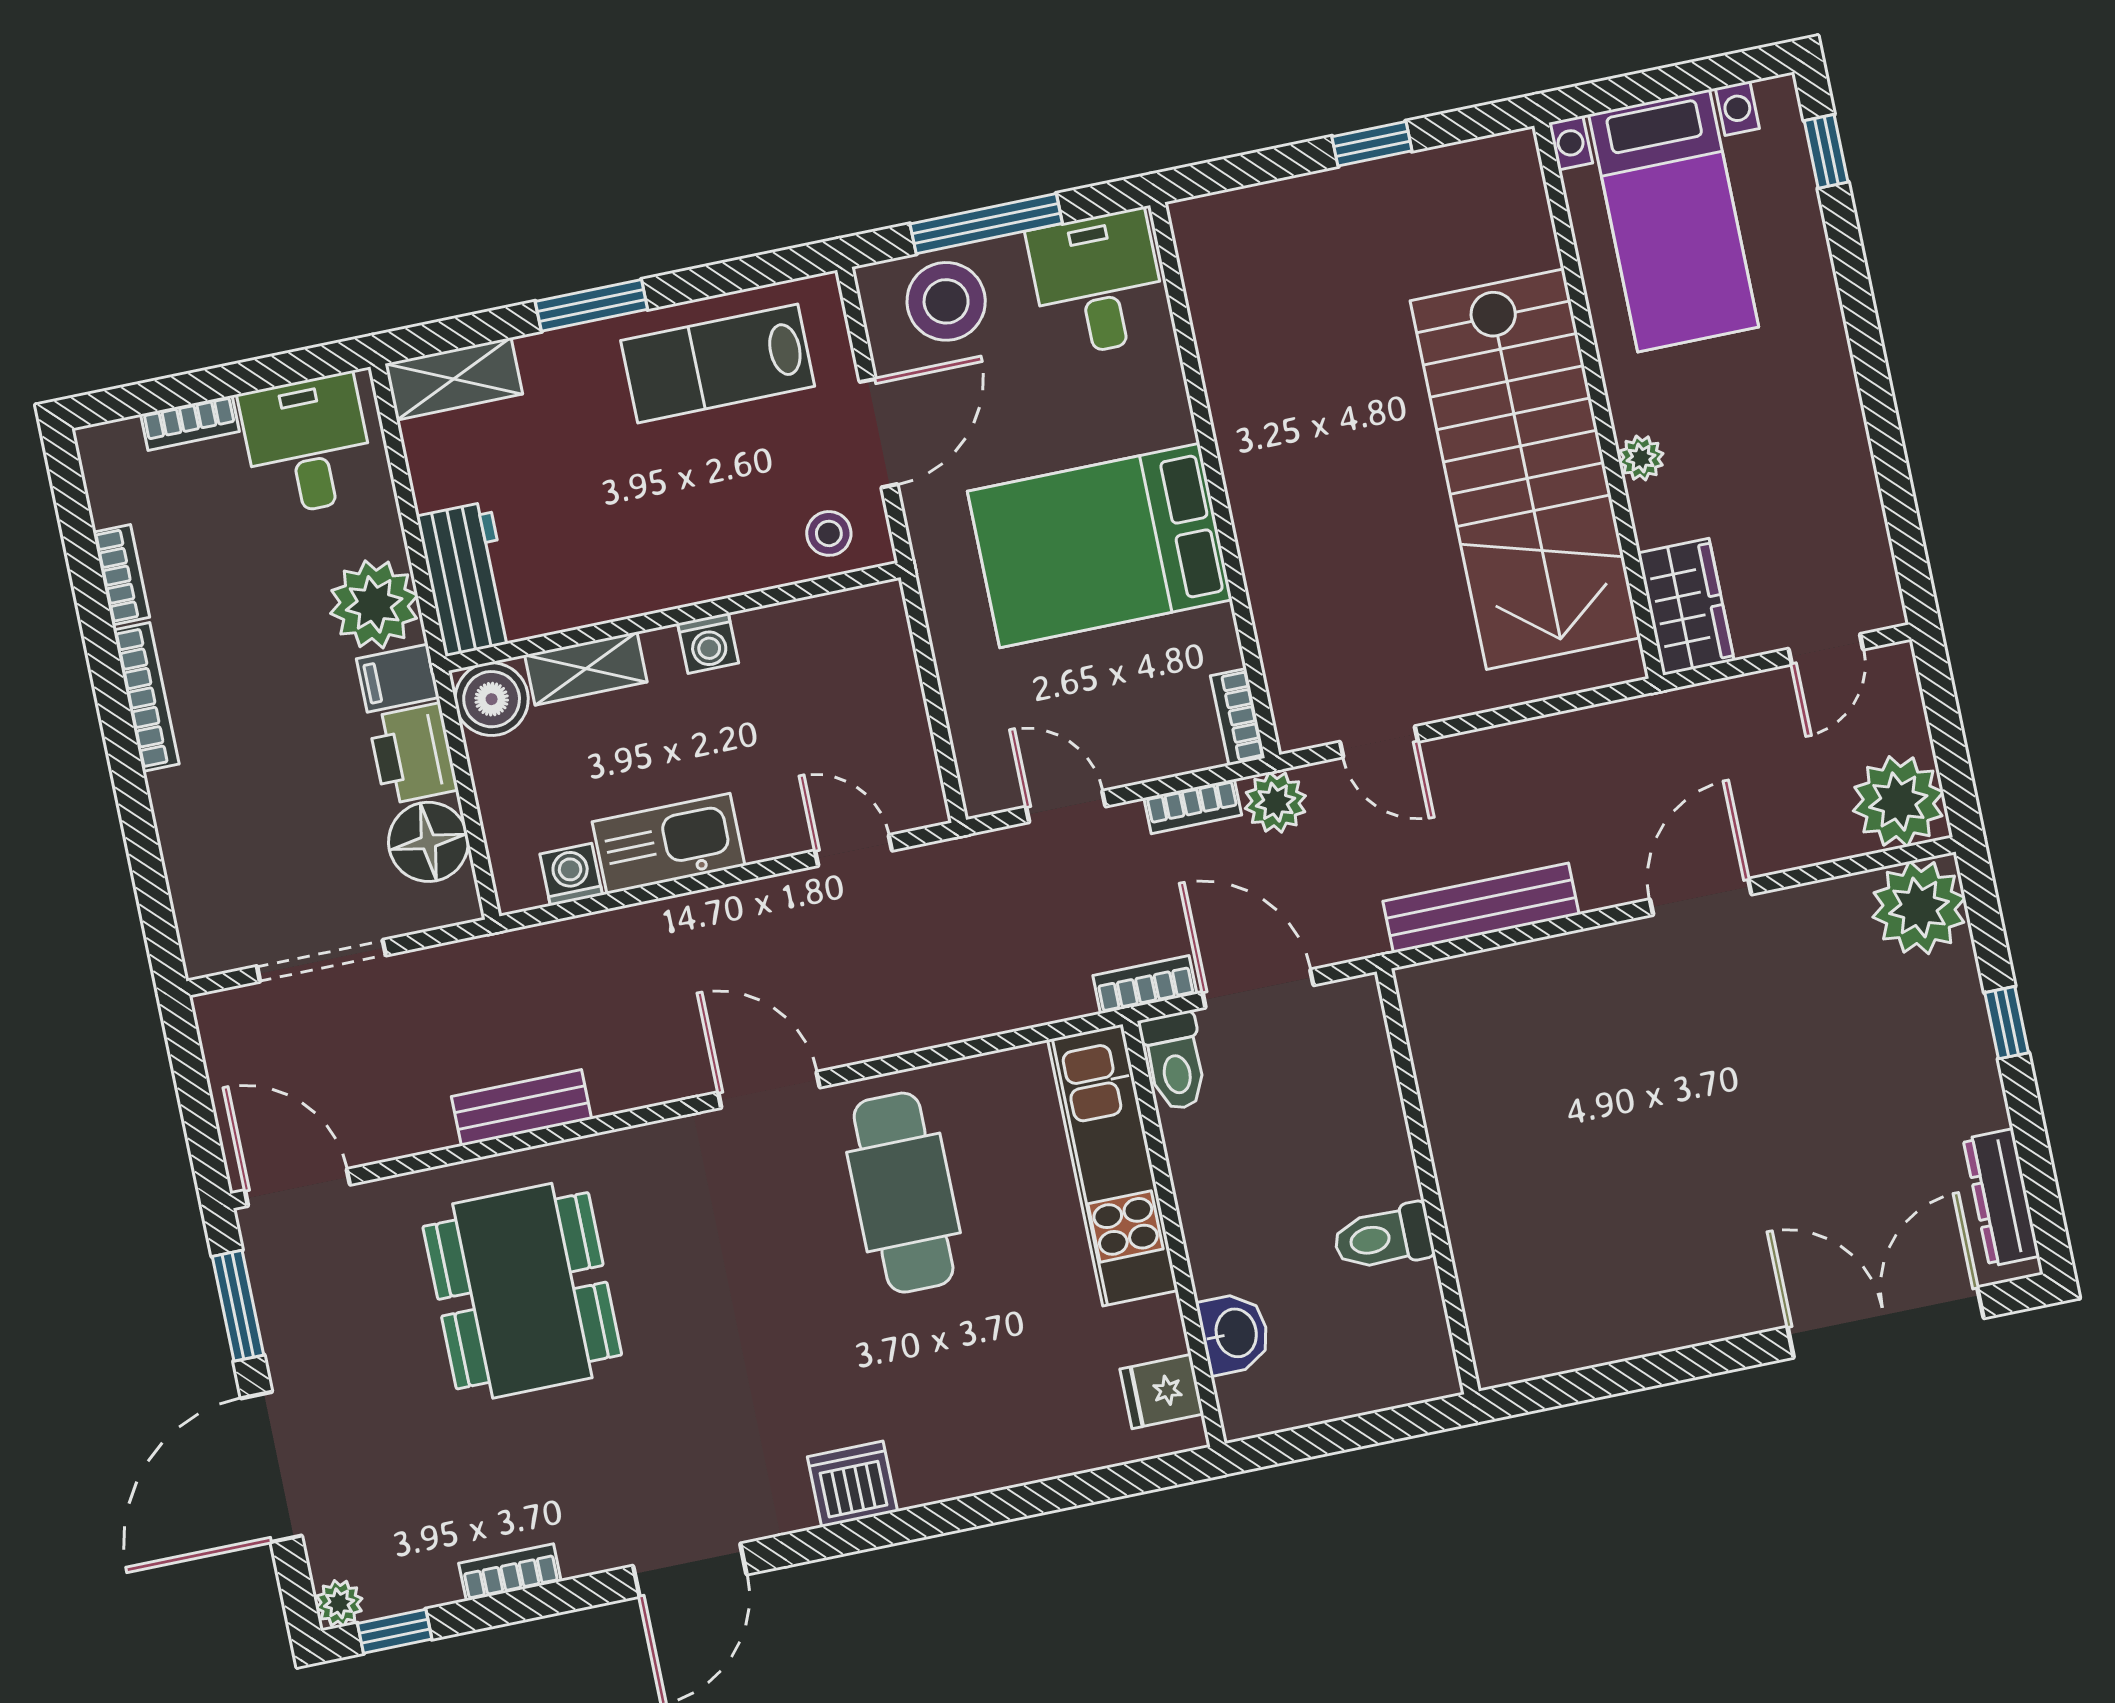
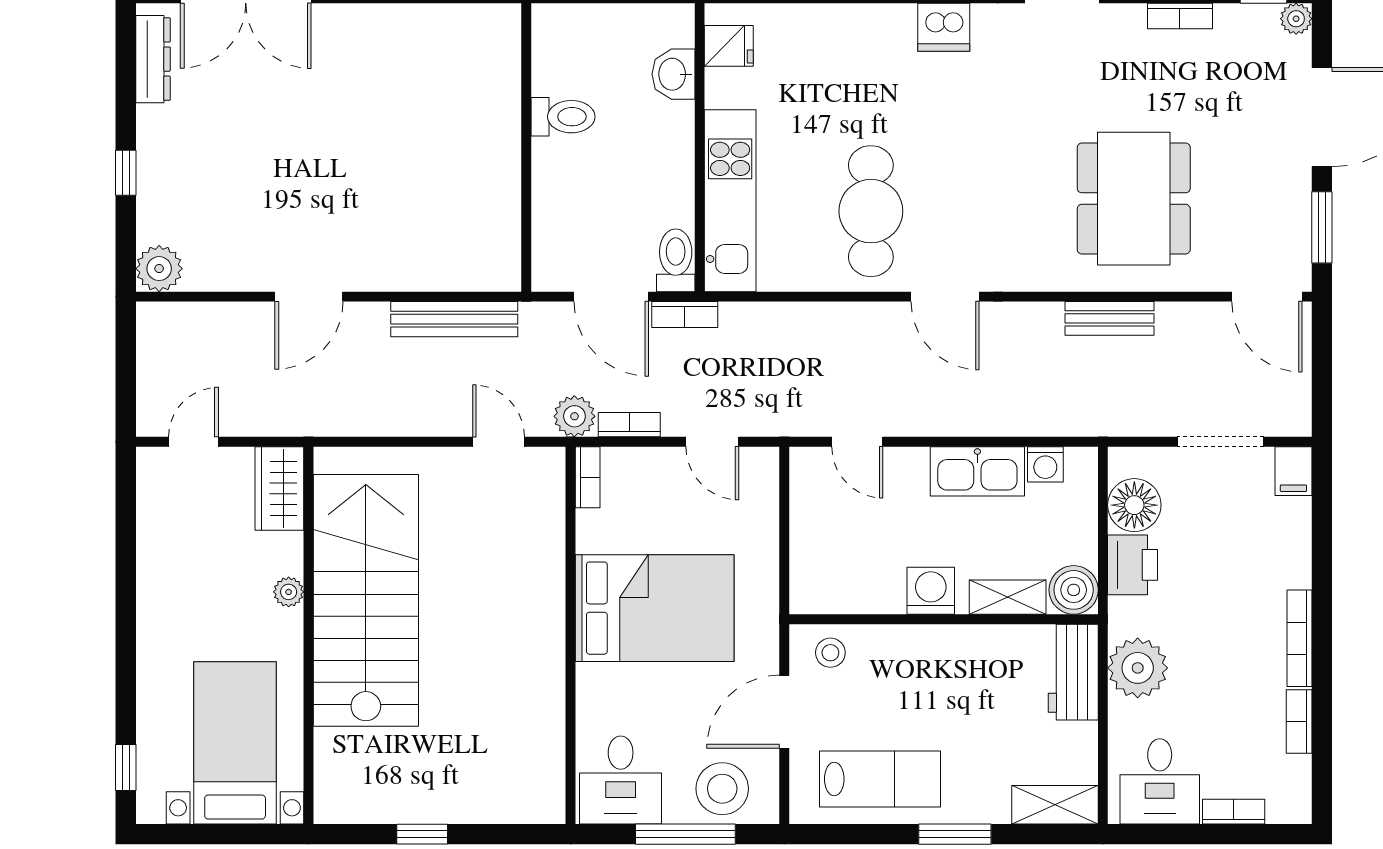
washing machine: (708, 643) -> (931, 591), width x1.38, depth x1.38
filing cabinet: (398, 678) -> (1293, 471), moved, turned 90
plant: (1898, 802) -> (167, 332), removed
plant: (1919, 907) -> (159, 269), width x0.73, depth x0.73

